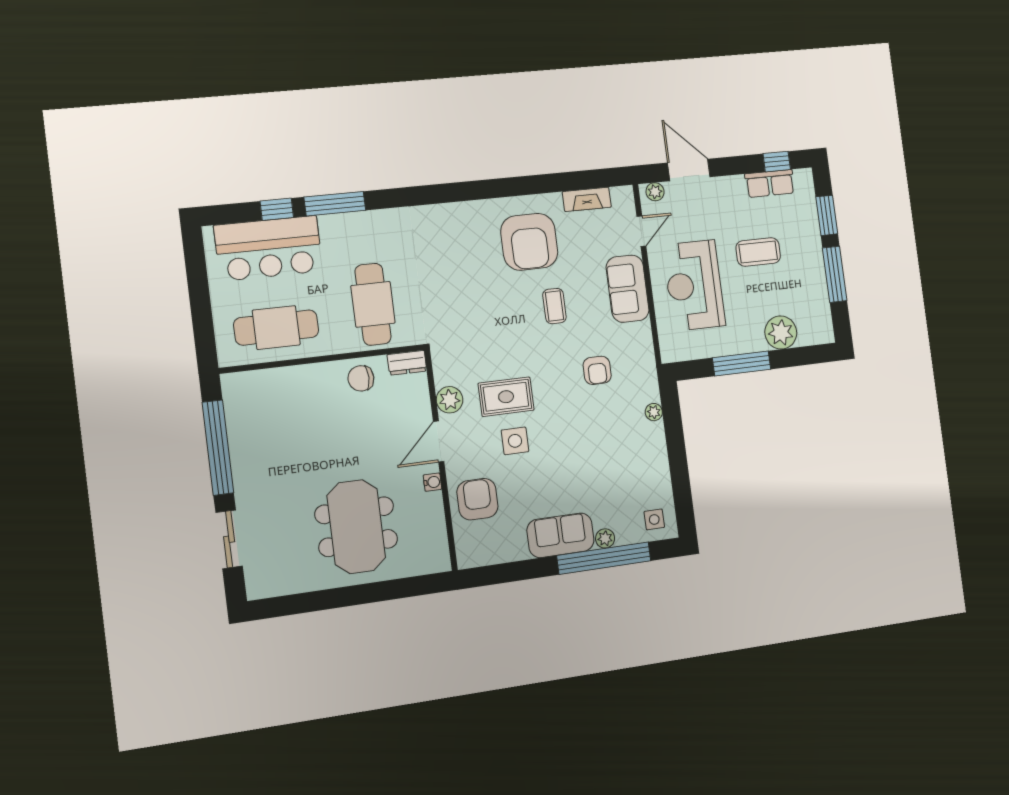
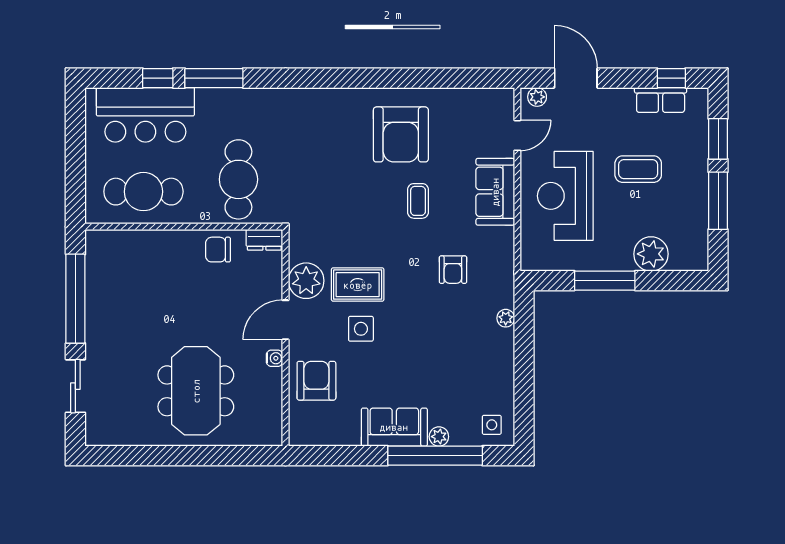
fireplace: (587, 199) -> (465, 98), removed
plant: (450, 400) -> (306, 281), width x1.36, depth x1.36

